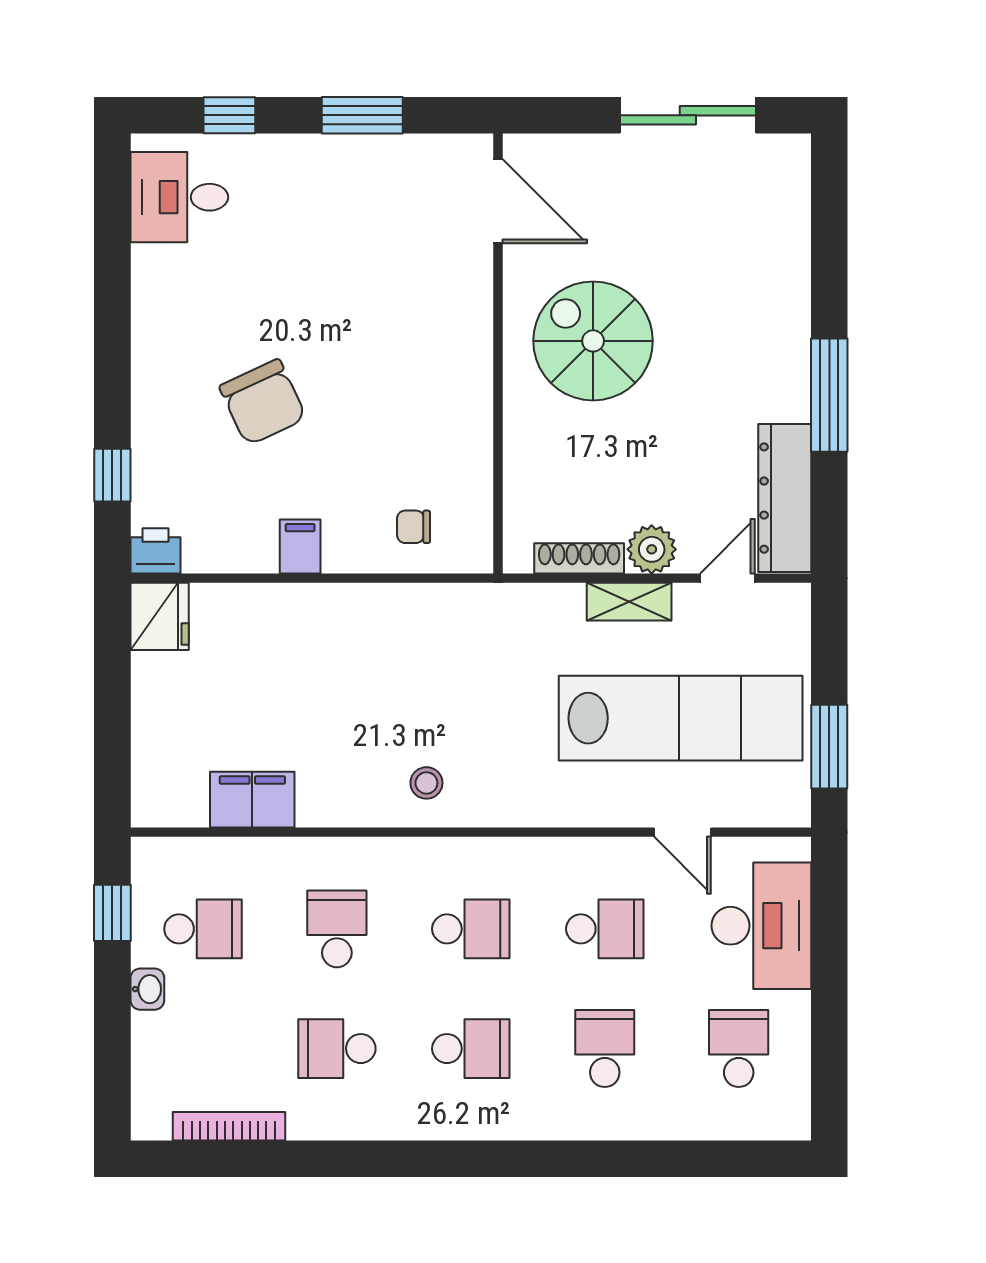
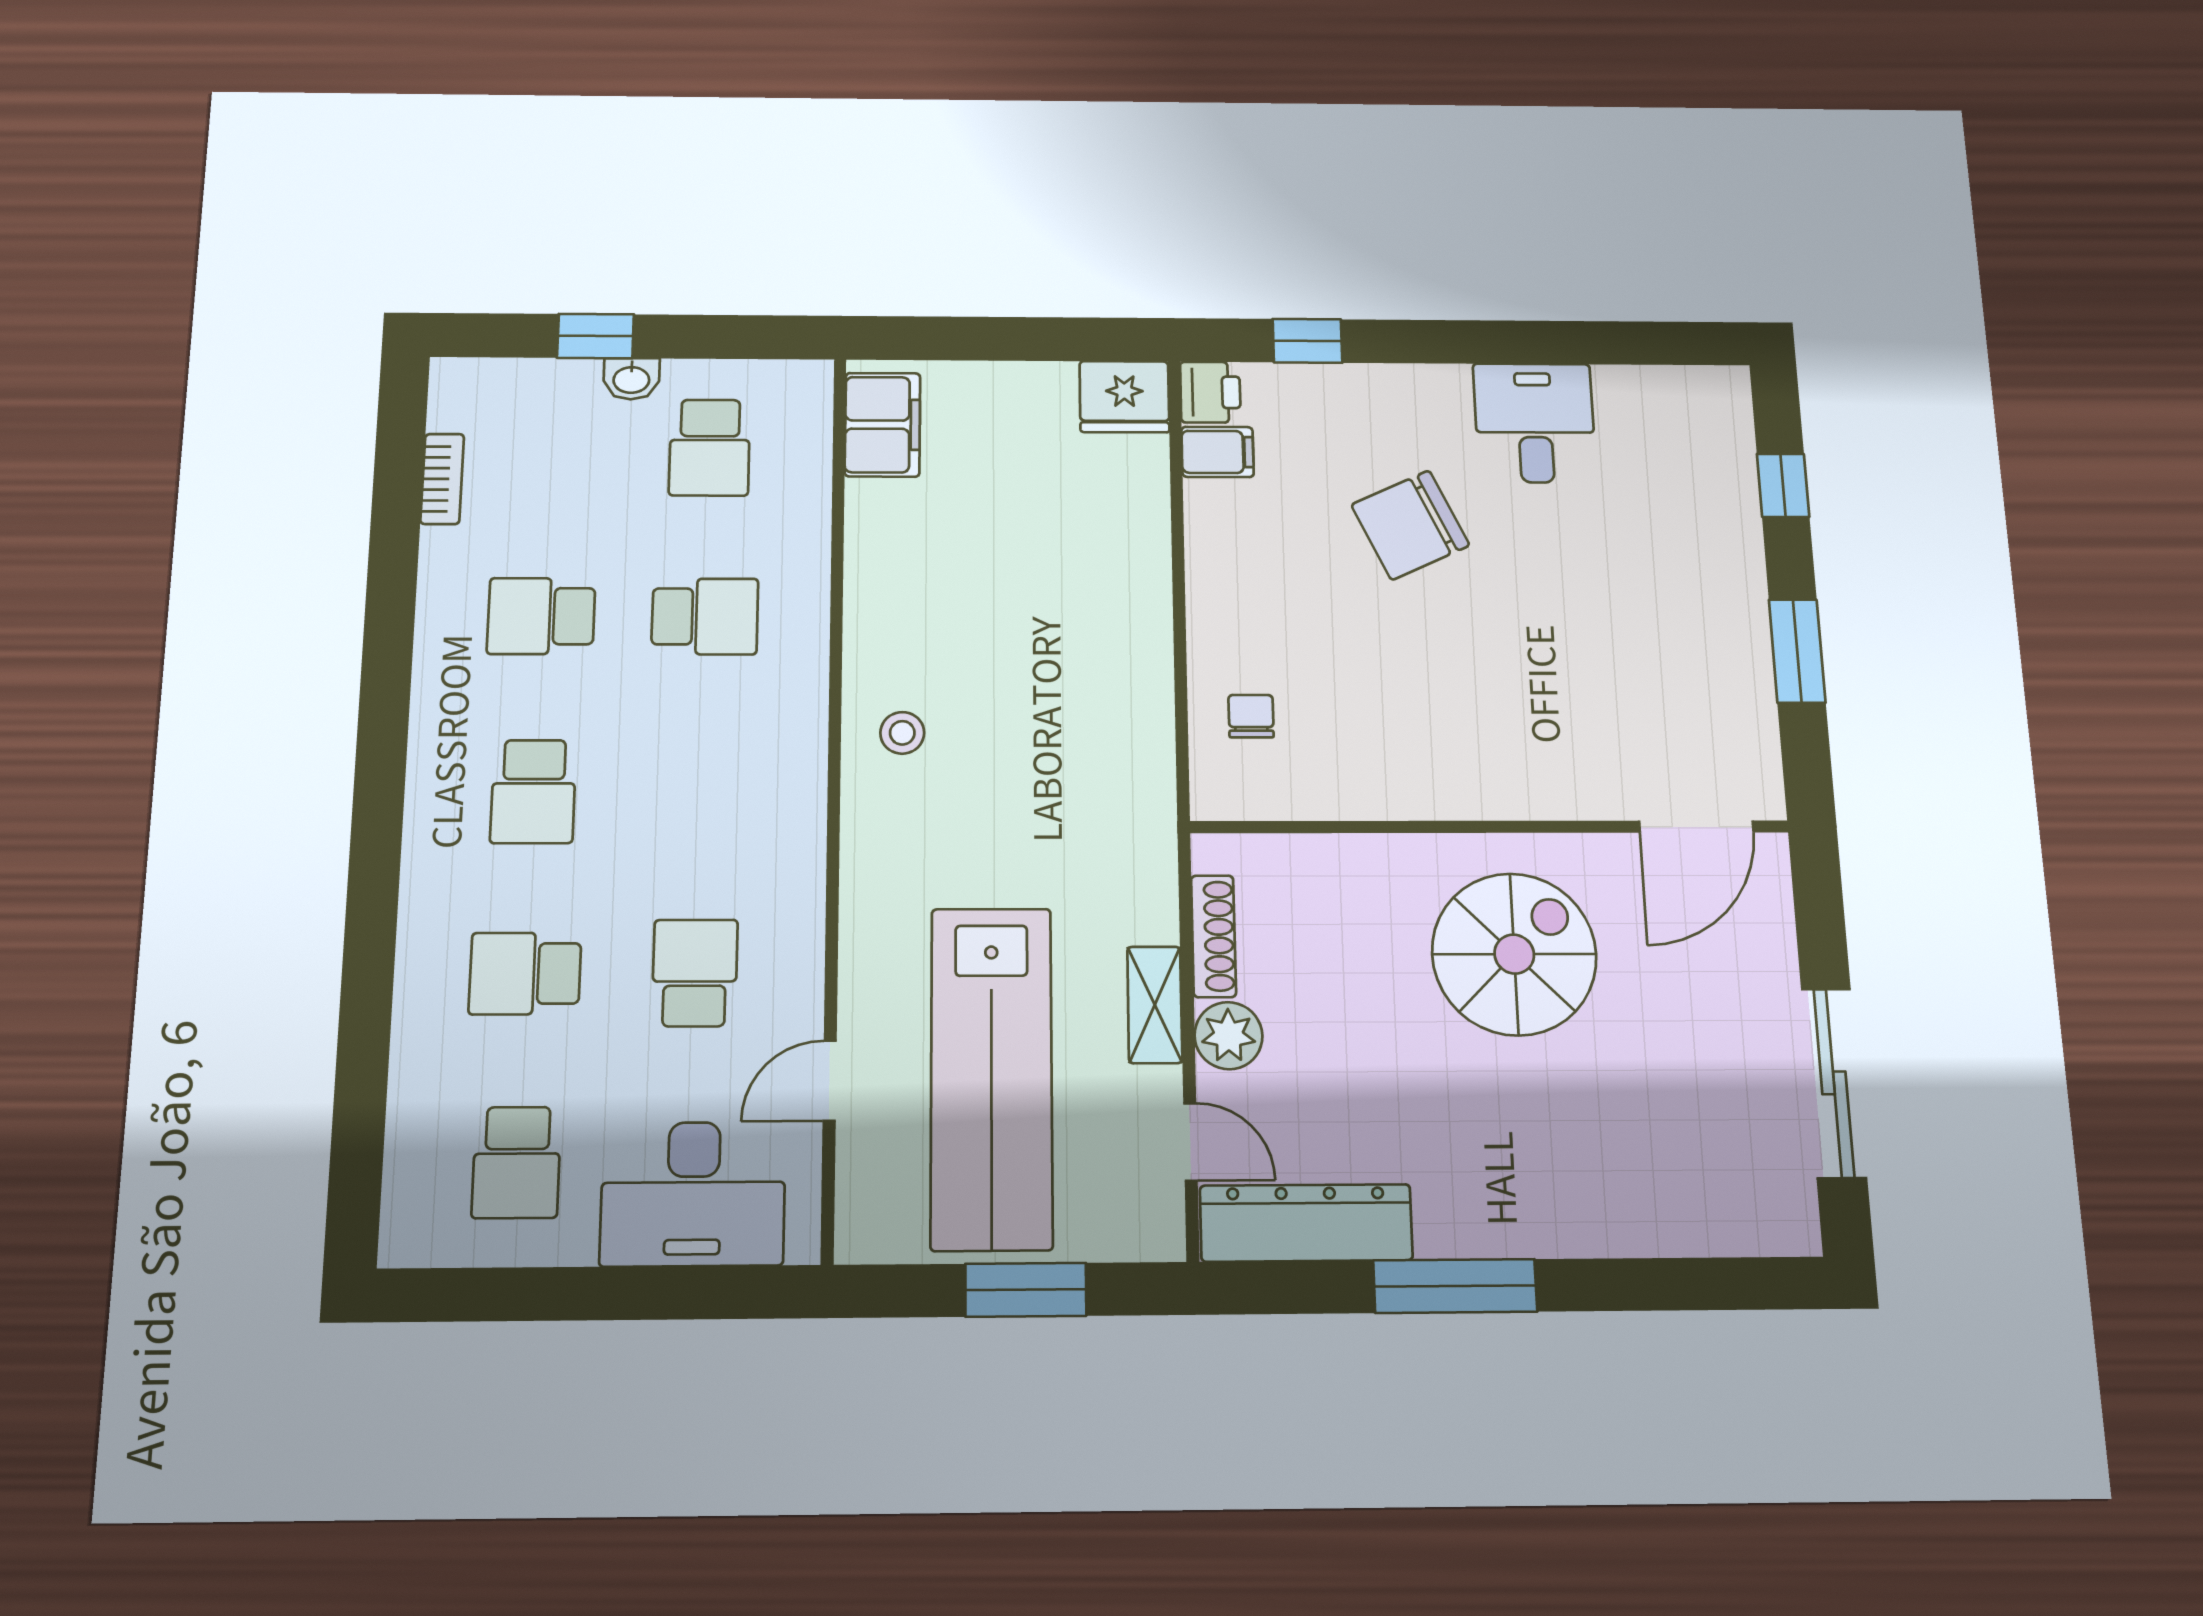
desk: (179, 197) -> (1535, 423), moved
filing cabinet: (300, 547) -> (1218, 452), moved
window: (829, 747) -> (1026, 1290), moved
filing cabinet: (252, 800) -> (883, 425), moved
window: (112, 913) -> (596, 336), moved
school desk: (471, 929) -> (700, 791), removed
school desk: (605, 929) -> (695, 973), turned 180
school desk: (337, 1049) -> (541, 616), turned -90
school desk: (605, 1049) -> (525, 974), turned 180
school desk: (739, 1049) -> (517, 1162), turned 90
bookcase: (229, 1126) -> (442, 479), width x0.64

